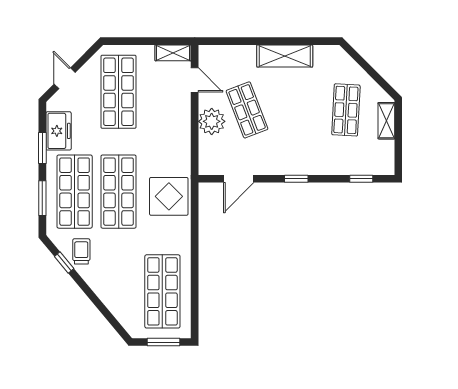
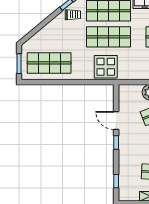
door: (239, 179) -> (116, 120), moved

